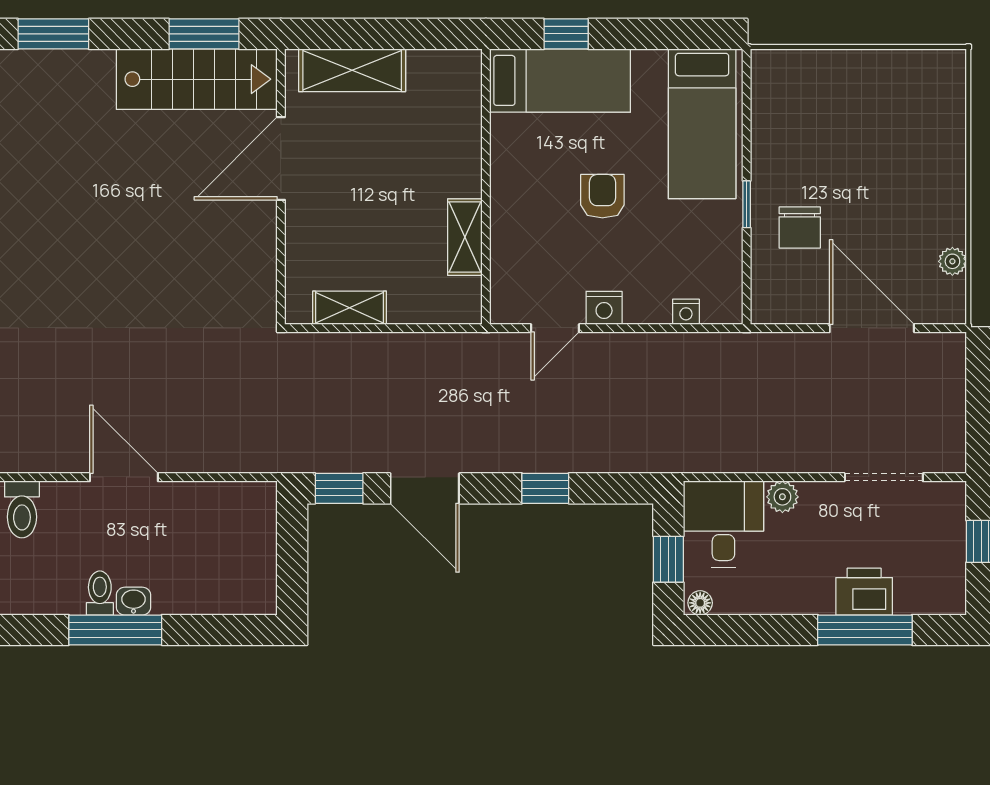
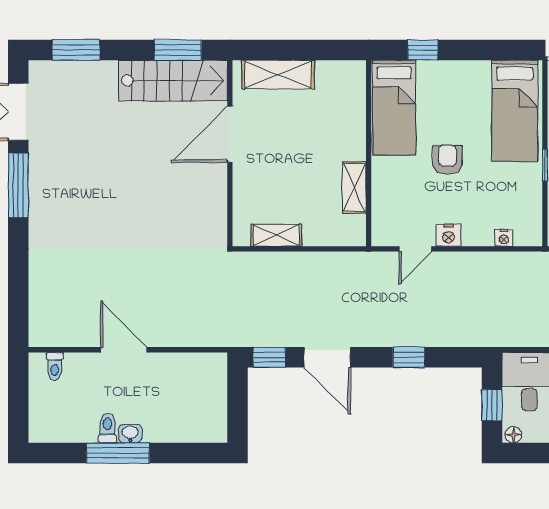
bed: (560, 80) -> (394, 108), moved, turned 90
toilet: (22, 509) -> (55, 366), width x0.73, depth x0.72

